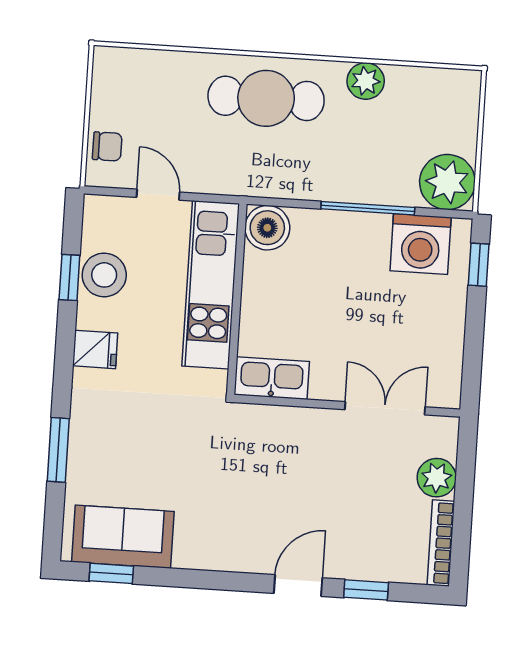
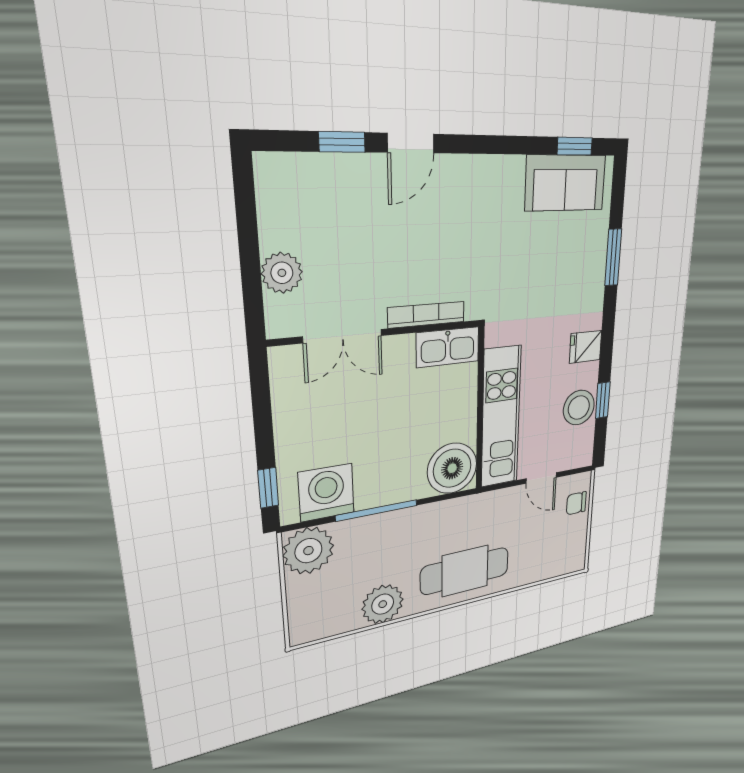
plant: (366, 81) -> (383, 604), width x1.36, depth x1.36
boiler: (267, 228) -> (452, 468), width x1.37, depth x1.37
bookcase: (441, 543) -> (426, 315), moved, turned -90

